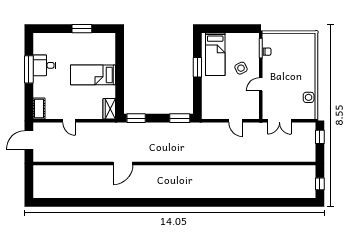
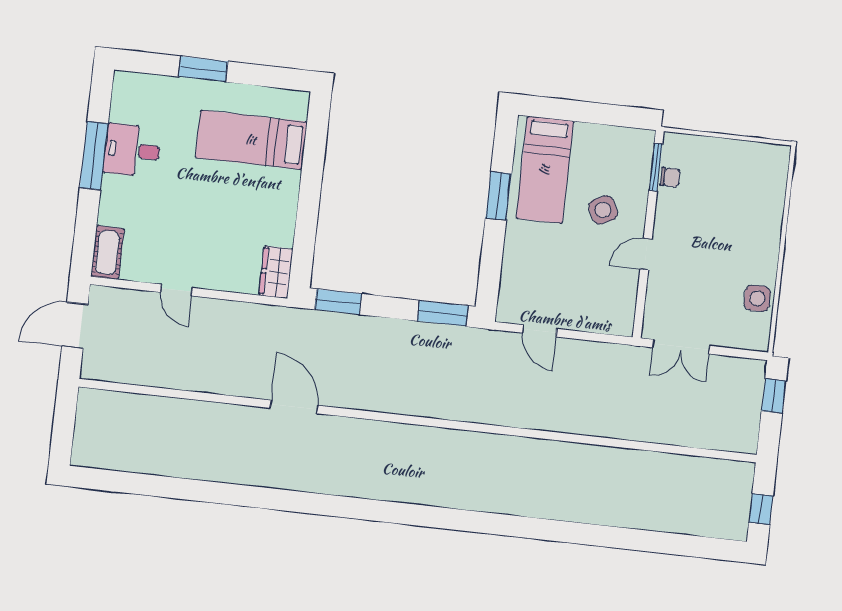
window: (82, 29) -> (203, 69), moved
bed: (93, 75) -> (251, 140), moved
door: (236, 121) -> (540, 331), moved
door: (123, 163) -> (294, 407), swing flipped

